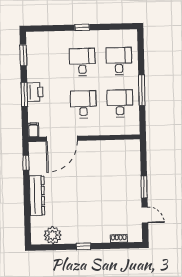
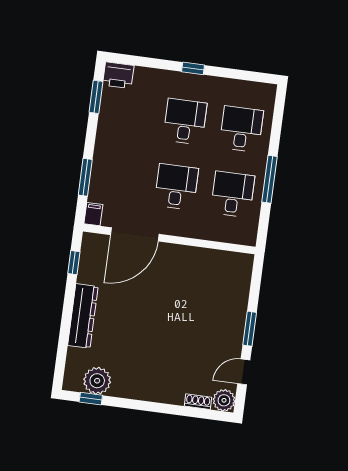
printer: (35, 92) -> (118, 75), moved, turned 90
window: (24, 94) -> (85, 177), moved
door: (145, 215) -> (244, 372), swing flipped
plant: (135, 235) -> (224, 400), added
window: (83, 246) -> (91, 399), moved

